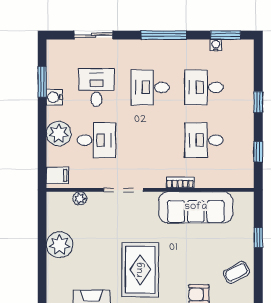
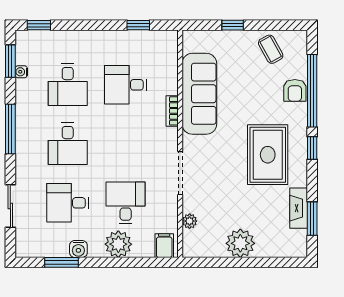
window: (258, 102) -> (39, 25), moved
desk: (204, 140) -> (126, 85), turned 90
rug: (140, 270) -> (268, 155), turned 90

